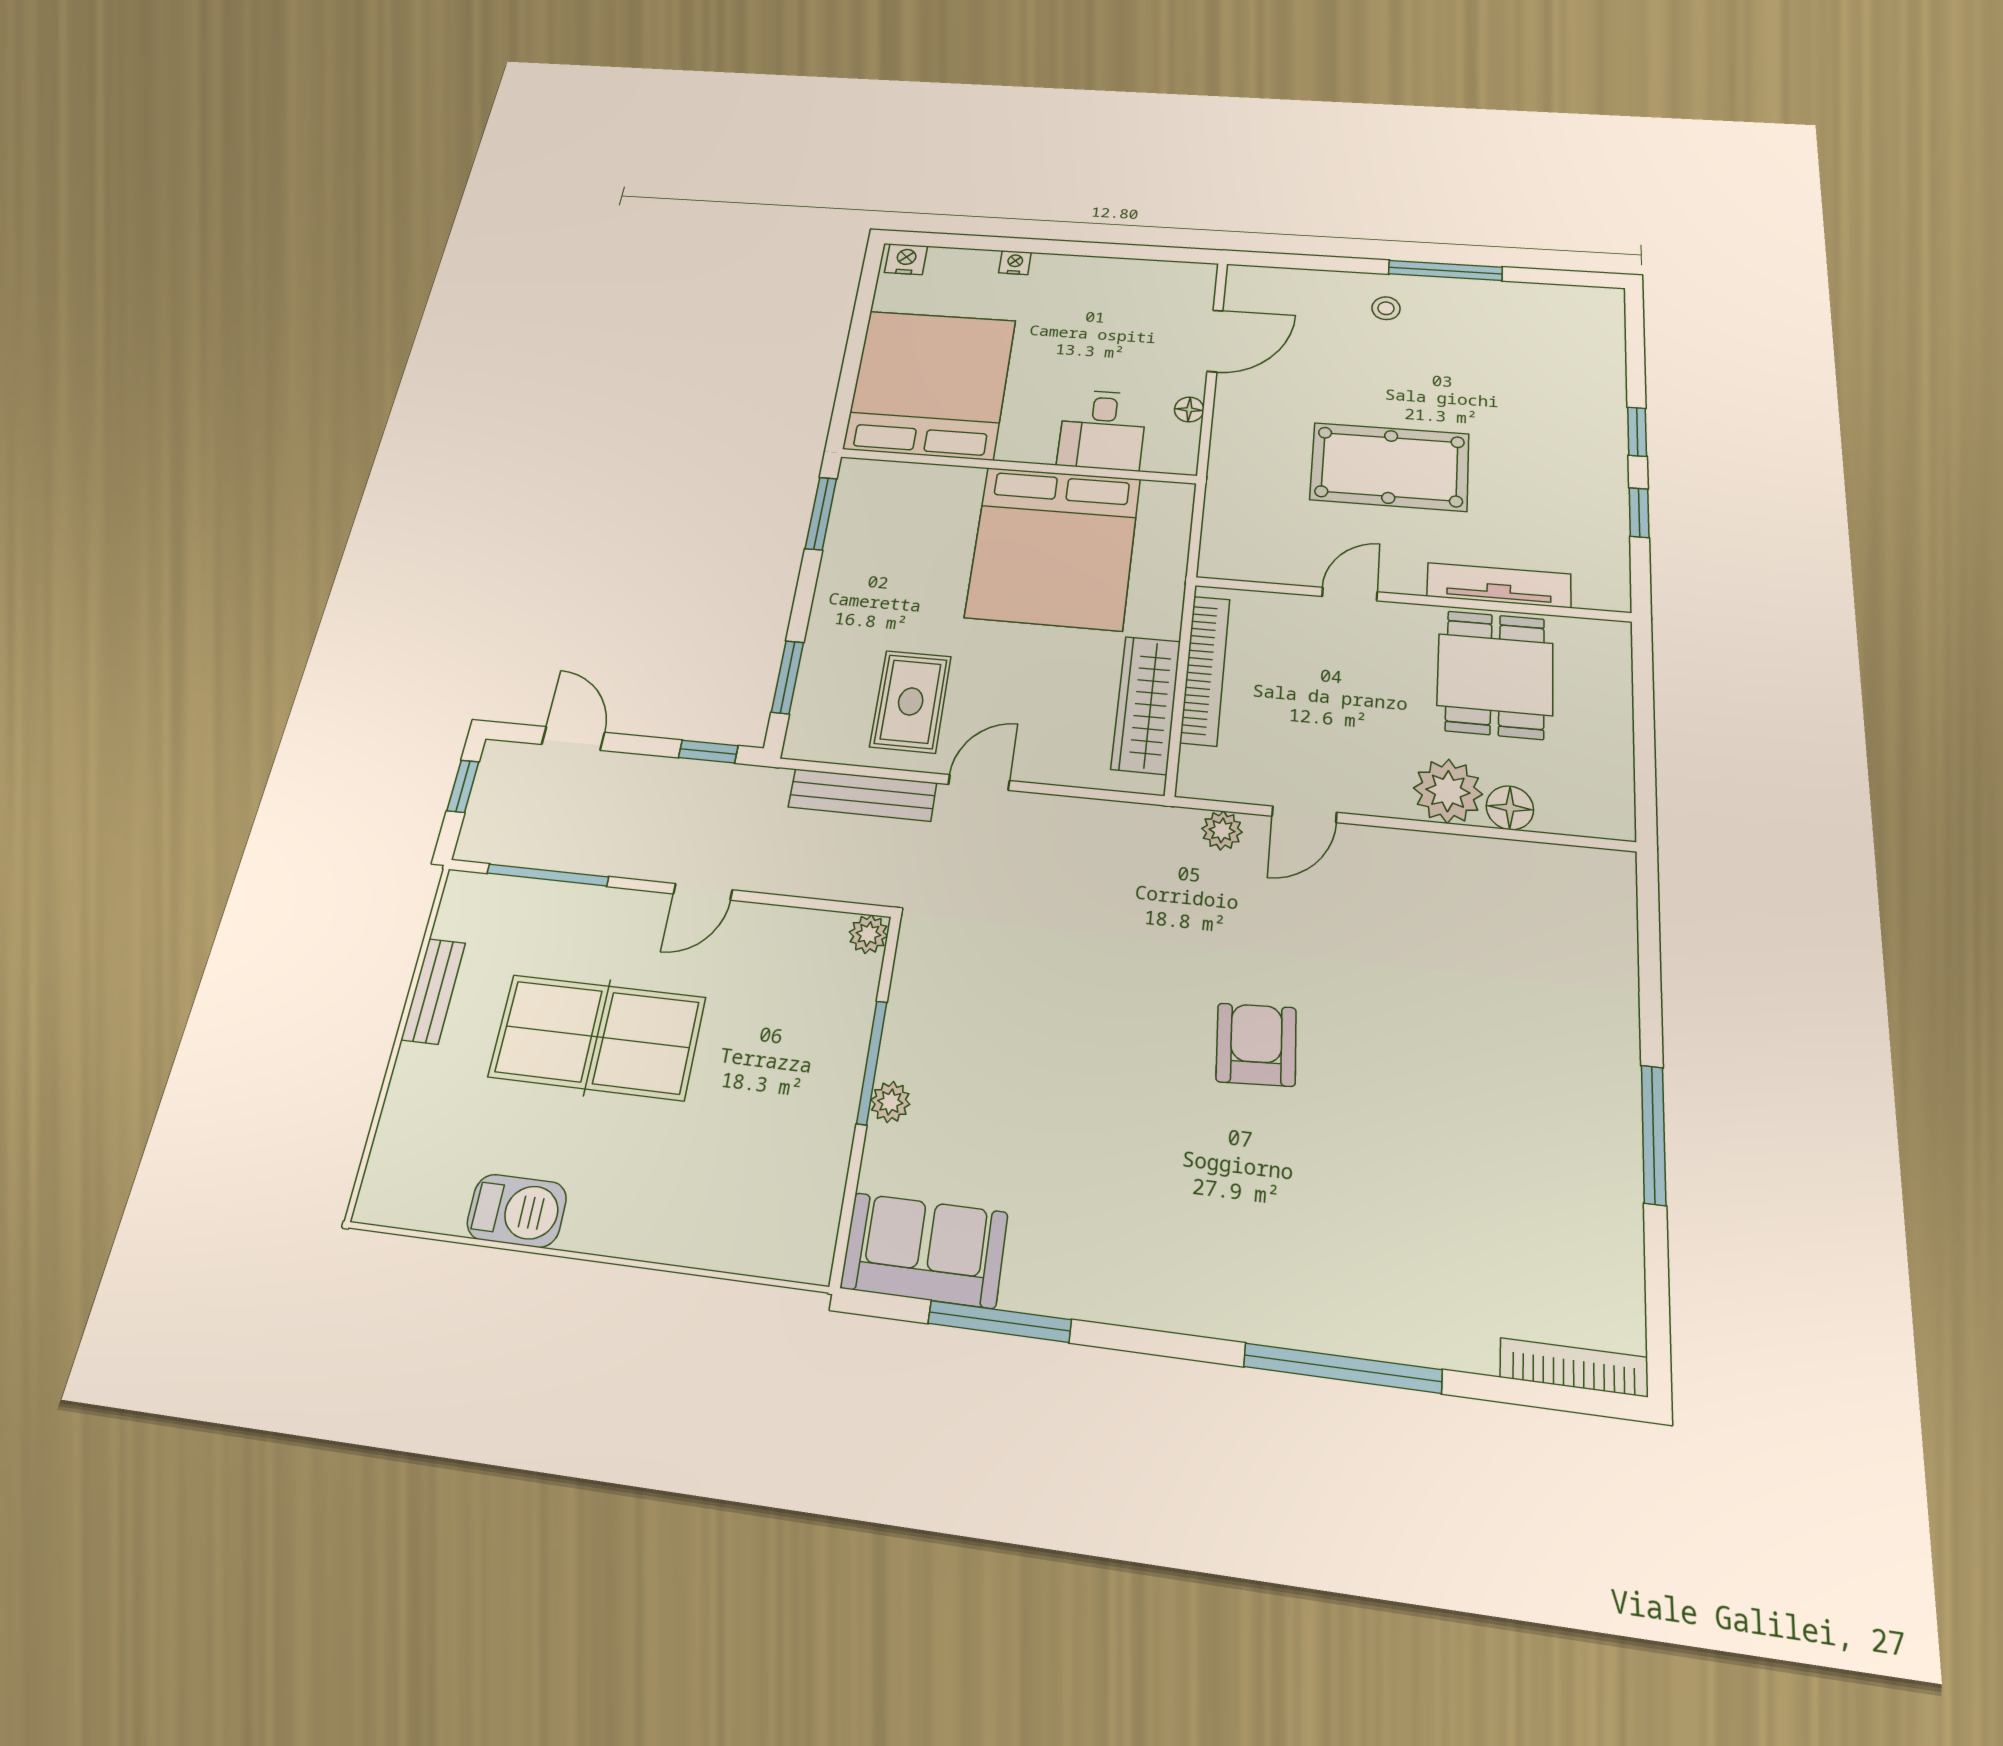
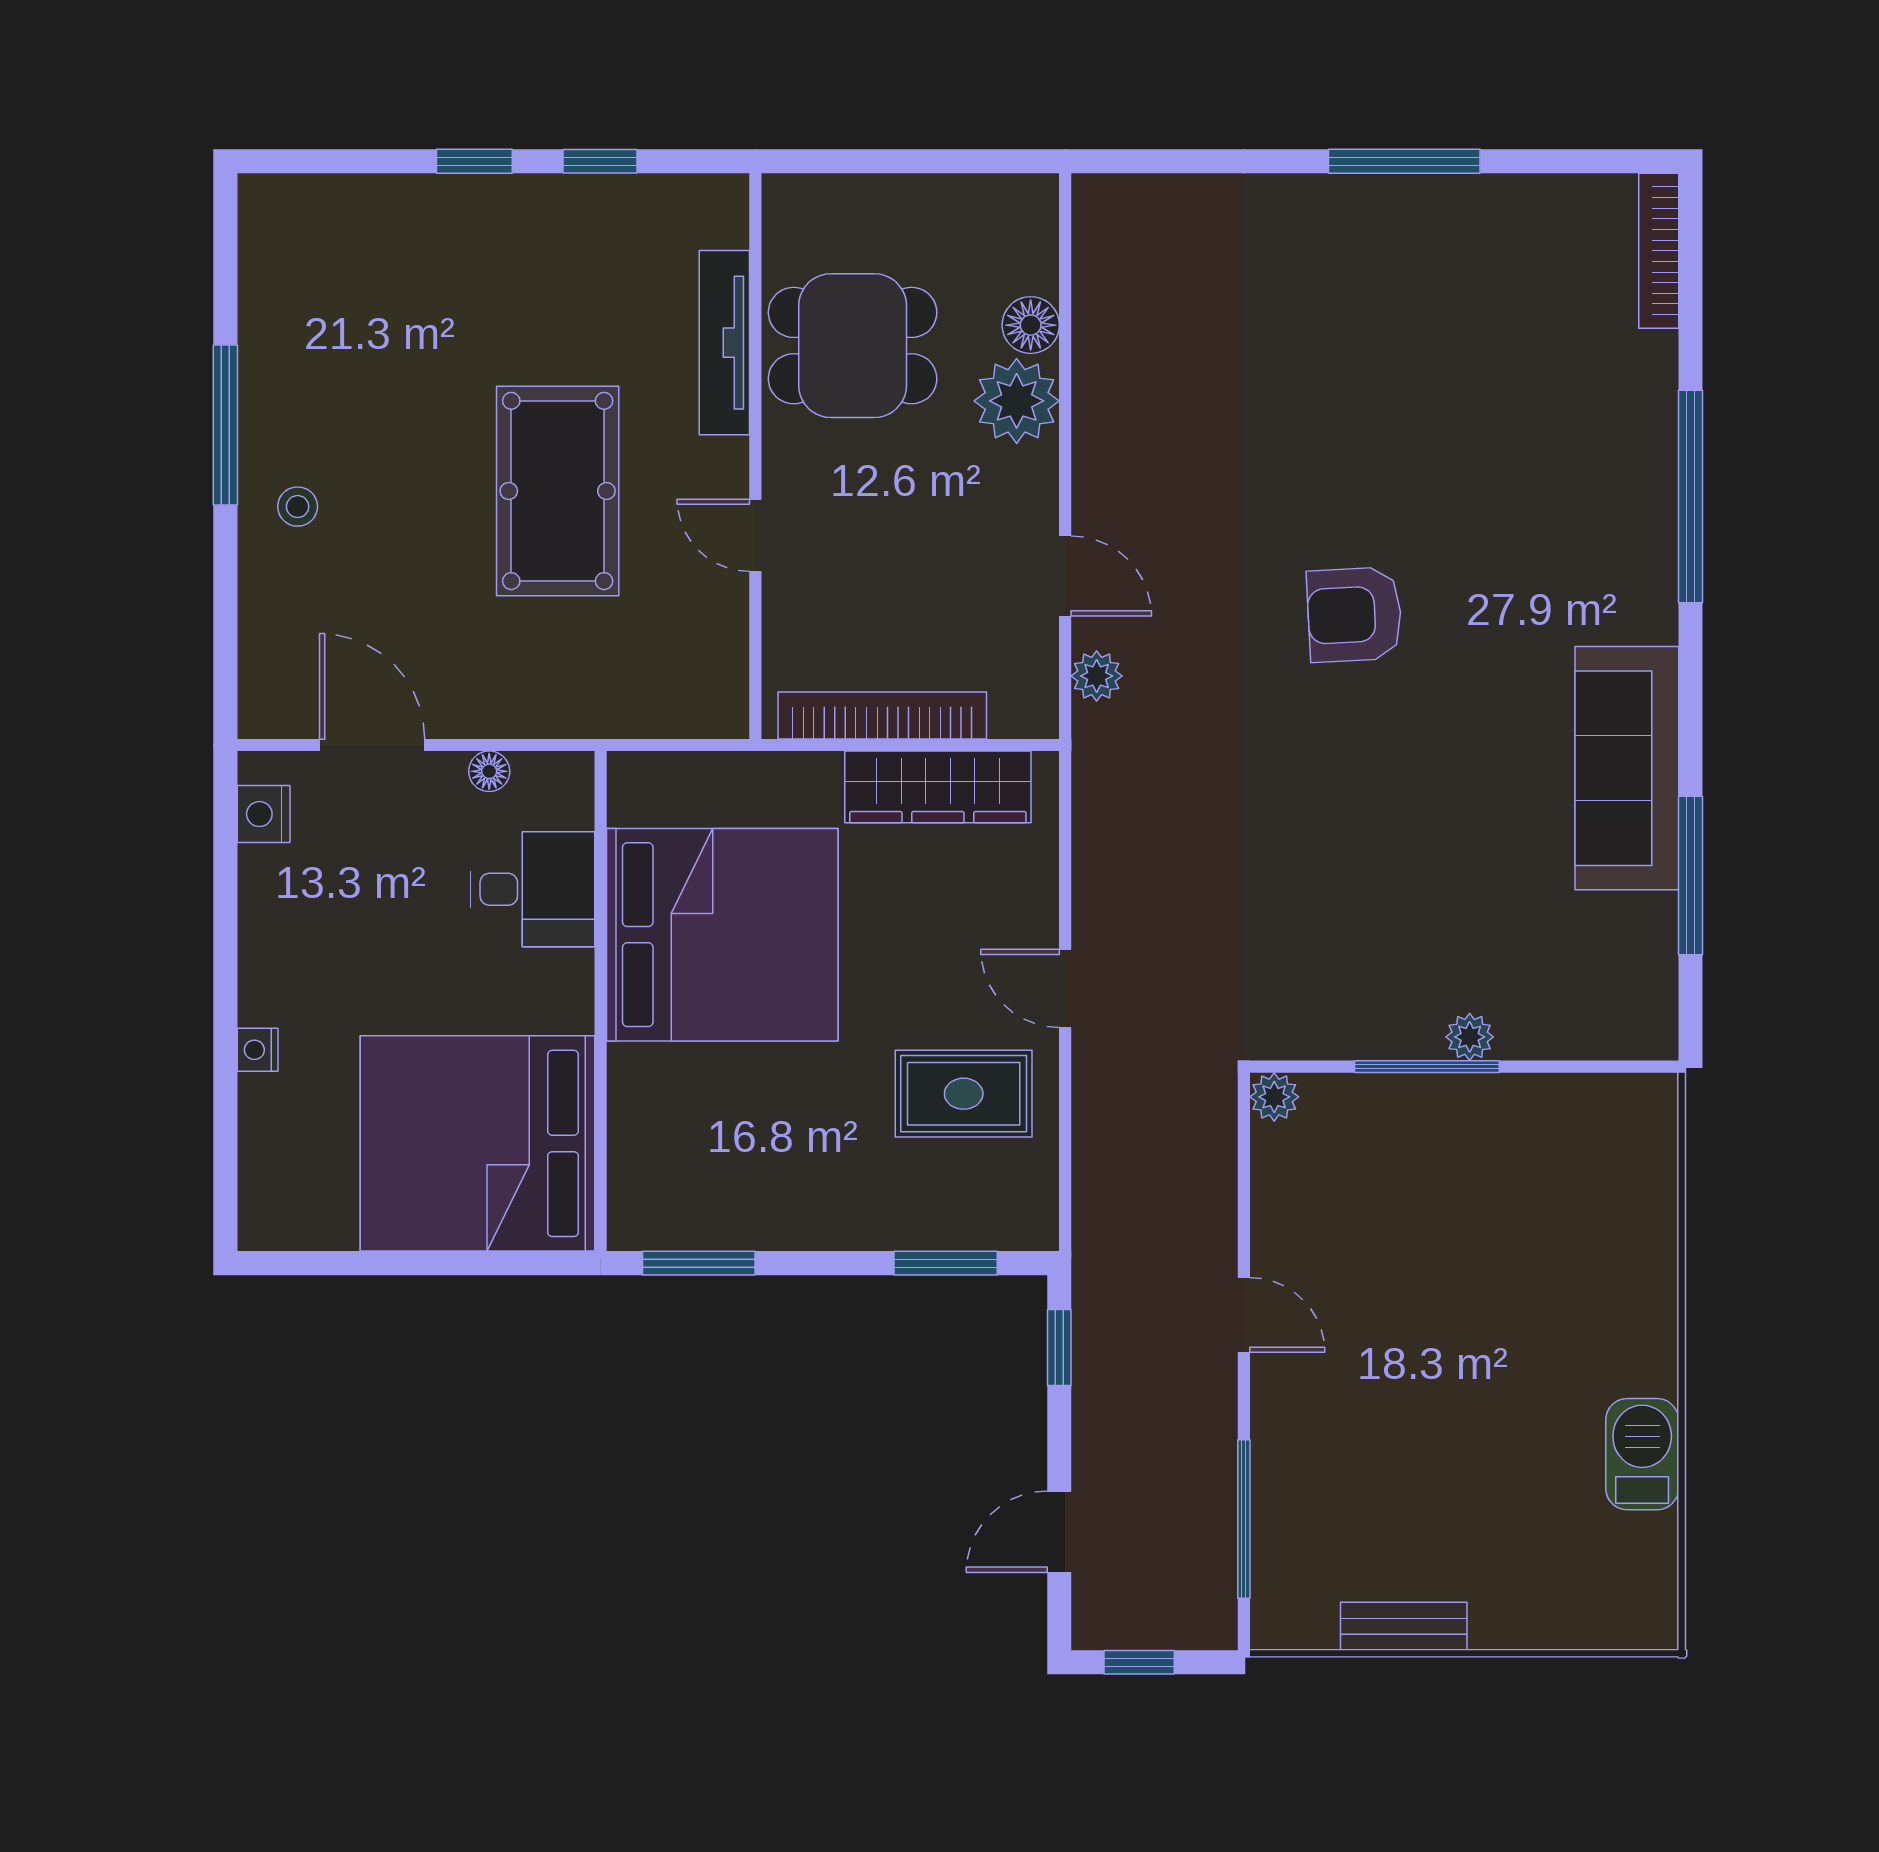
nightstand: (906, 259) -> (264, 814), moved
bench: (862, 795) -> (1097, 1135), removed
table tennis table: (597, 1037) -> (1435, 1407), removed
sofa: (924, 1250) -> (1627, 768), moved, width x1.36

